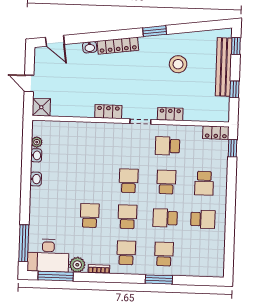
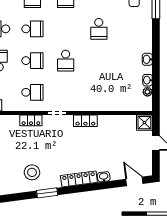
stool: (178, 64) -> (32, 172), moved
school desk: (166, 182) -> (32, 61), turned -90
school desk: (127, 217) -> (66, 29), removed

